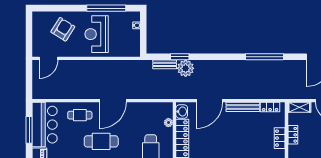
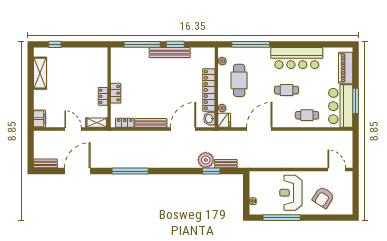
reception desk: (97, 34) -> (291, 193), turned 180
door: (49, 58) -> (337, 170), hinge flipped
door: (113, 101) -> (259, 129), moved
fridge: (166, 110) -> (224, 120), added
cafe table: (101, 141) -> (286, 90), width x0.73, depth x0.74

